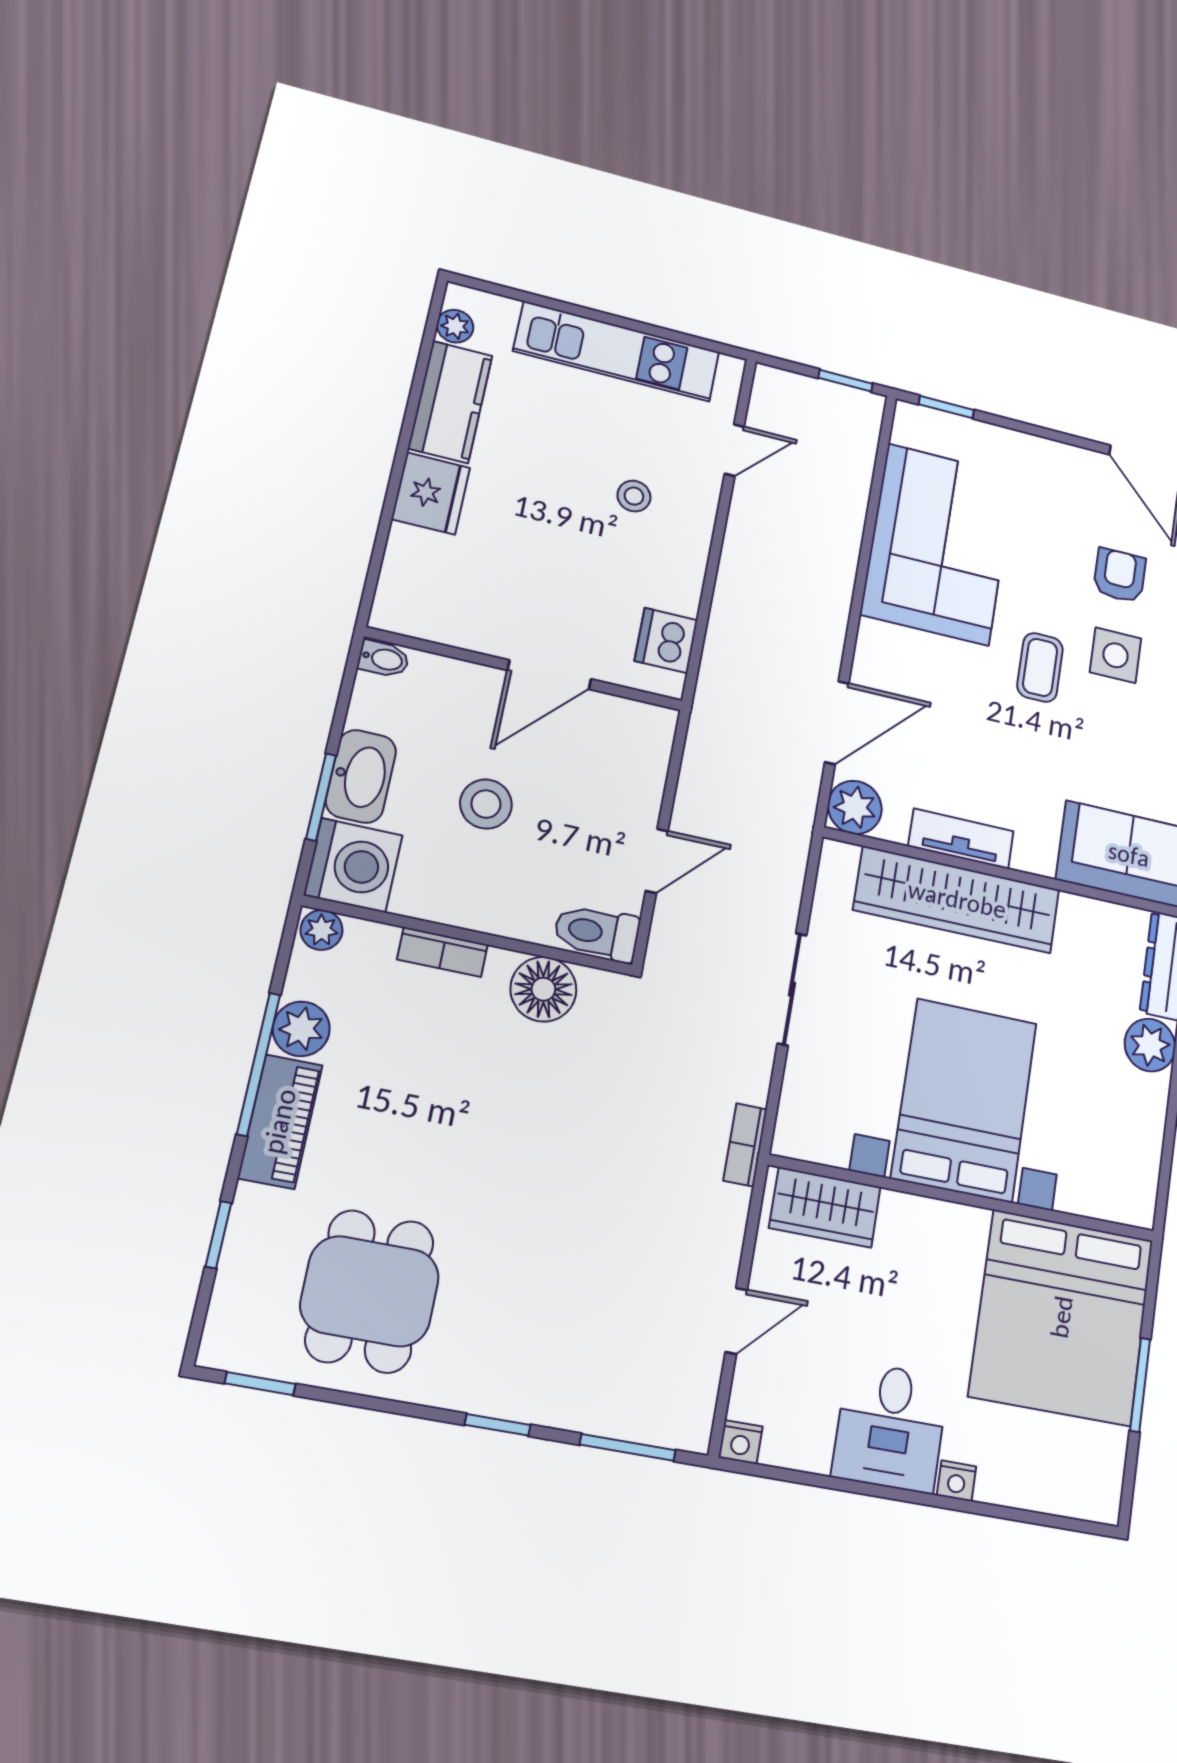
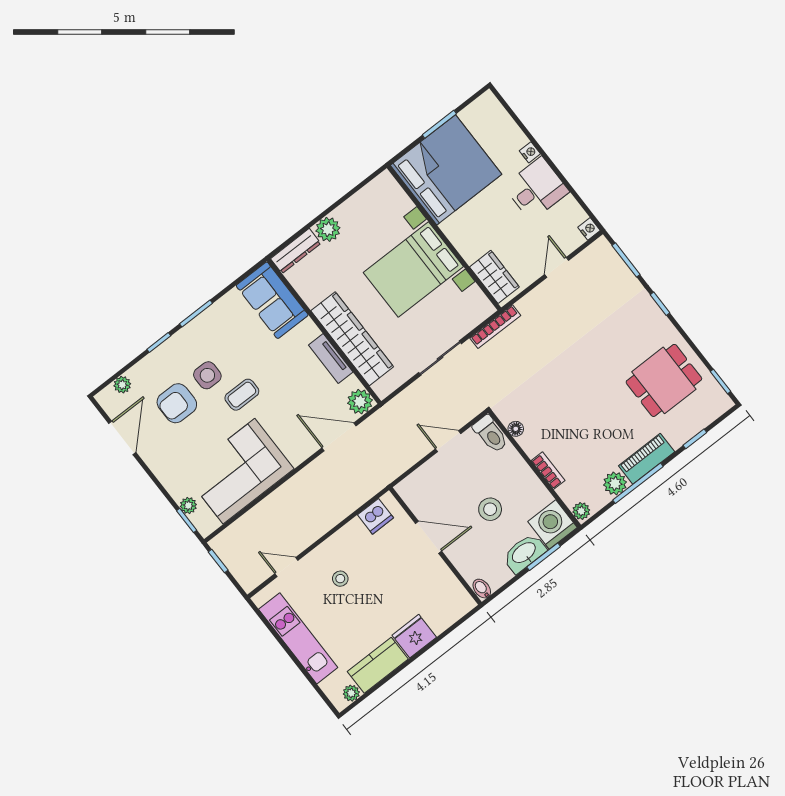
plant: (964, 432) -> (188, 505), added
armchair: (1120, 575) -> (177, 403), width x1.38, depth x1.38
floor lamp: (543, 989) -> (516, 429), width x0.53, depth x0.53
bookcase: (745, 1145) -> (495, 327), width x1.56
door: (736, 1321) -> (557, 267), hinge flipped

